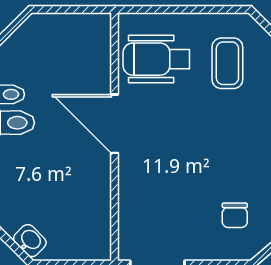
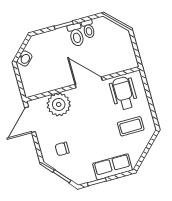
door: (114, 124) -> (89, 82), hinge flipped
plant: (142, 197) -> (59, 104), added

